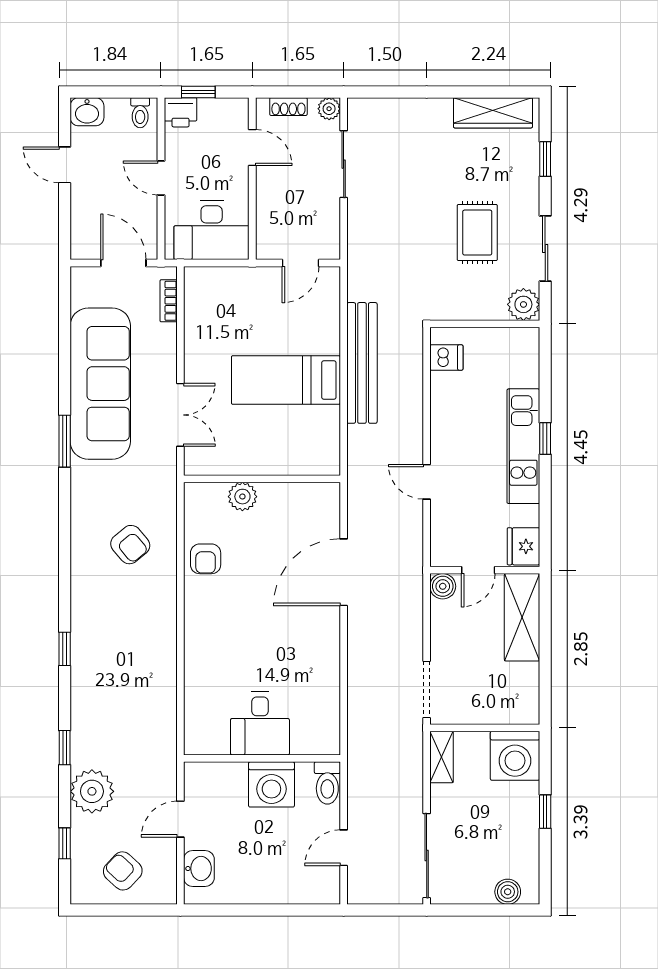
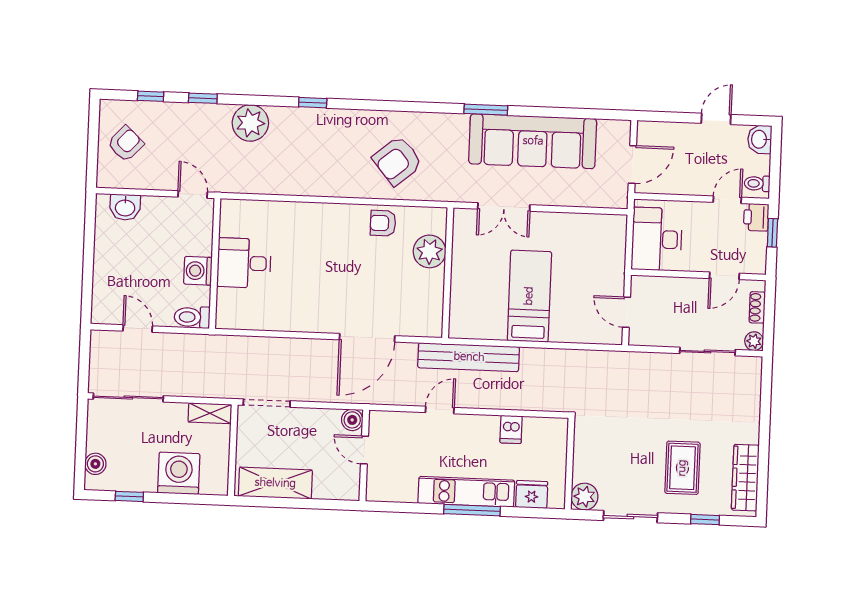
door: (161, 178) -> (727, 200), moved
rug: (477, 233) -> (682, 468), moved, turned 90
bookcase: (169, 301) -> (599, 201), removed
dishwasher: (446, 358) -> (511, 429), moved
bench: (362, 363) -> (469, 357), moved
window: (545, 438) -> (472, 510), width x2.17
plant: (242, 497) -> (430, 251), width x1.36, depth x1.36
armchair: (130, 545) -> (397, 161), width x1.38, depth x1.38
fridge: (523, 546) -> (532, 494), moved
door: (344, 572) -> (367, 338), swing flipped
shelving: (522, 617) -> (275, 483), moved
window: (65, 748) -> (203, 98), moved
washing machine: (515, 756) -> (179, 473), moved, turned 90
washing machine: (271, 784) -> (198, 271), width x0.73, depth x0.73
plant: (92, 791) -> (250, 123), moved
window: (545, 812) -> (129, 496), moved
door: (180, 819) -> (193, 194), moved

